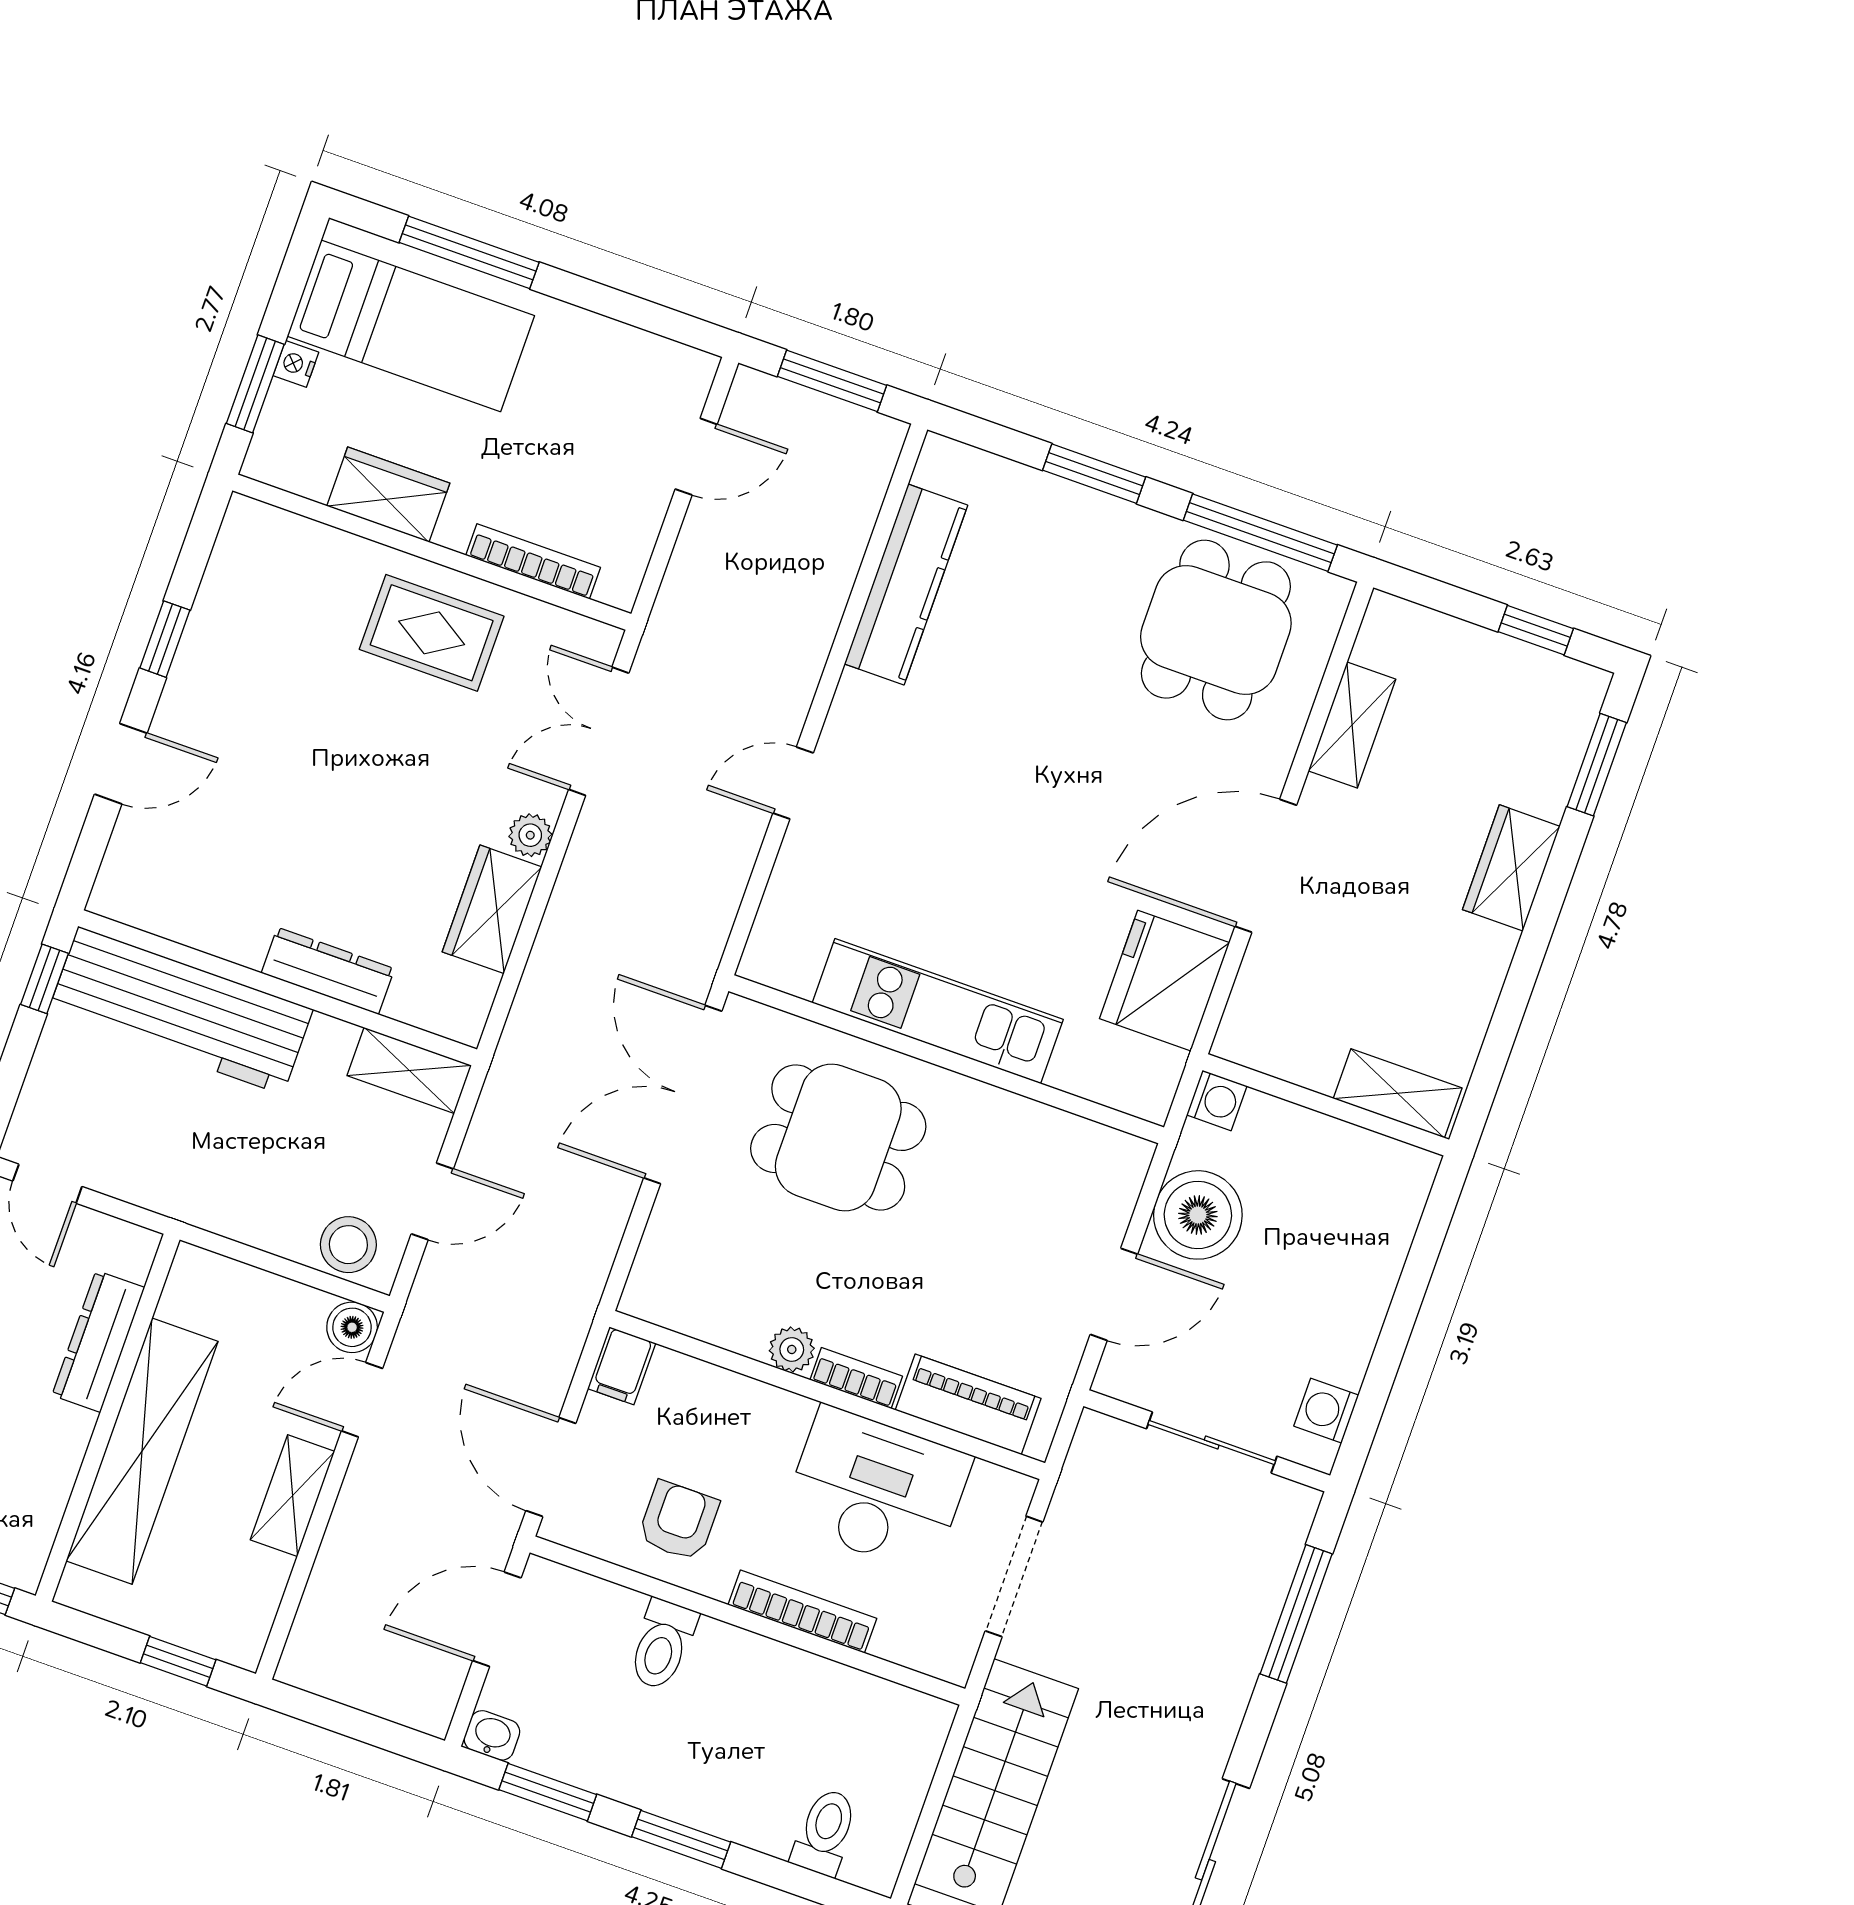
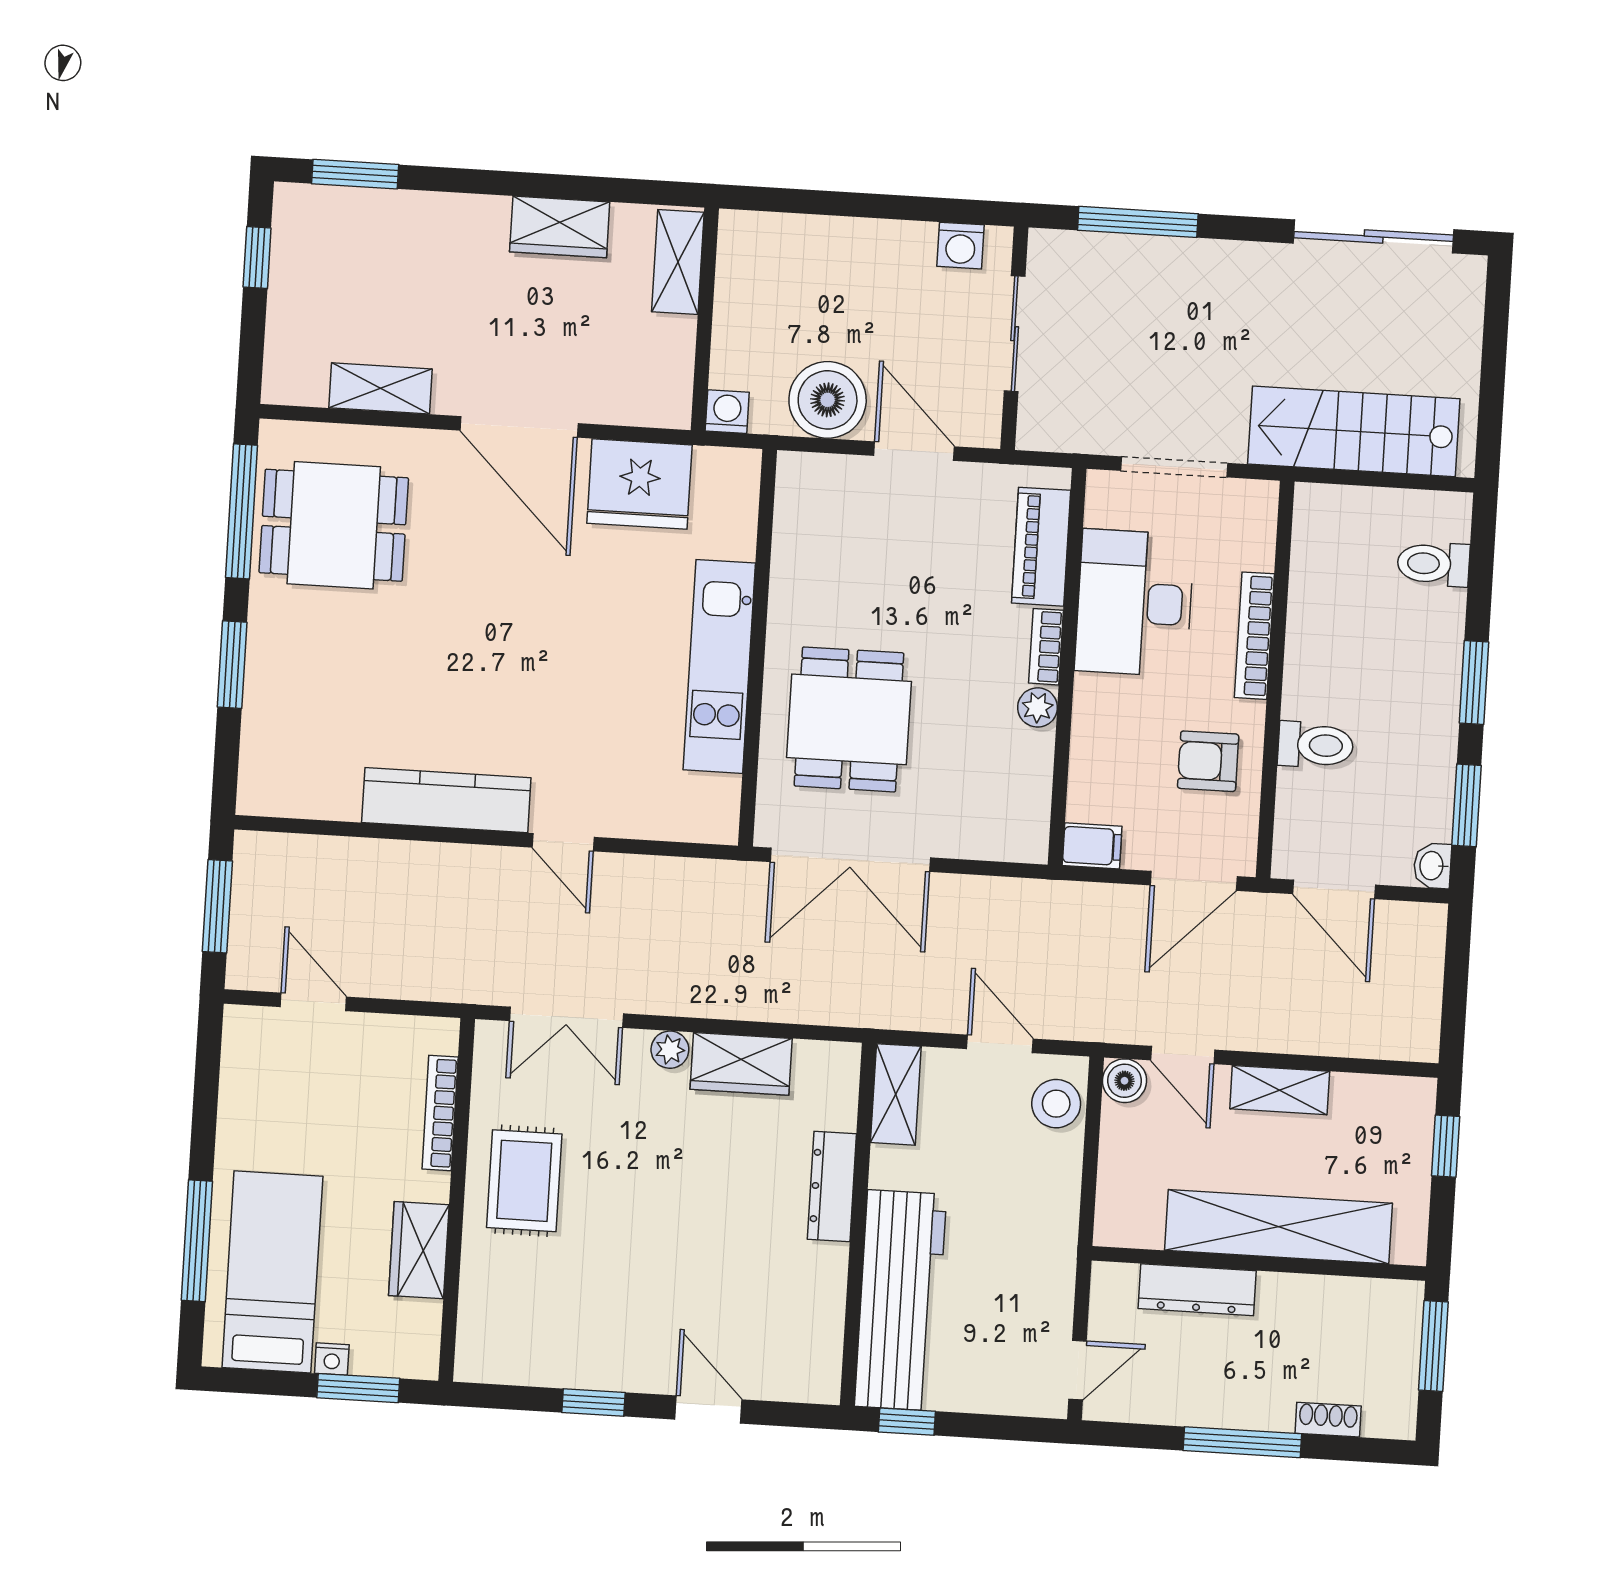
kitchen counter: (906, 584) -> (446, 800), moved
wardrobe: (1511, 868) -> (560, 227), moved

